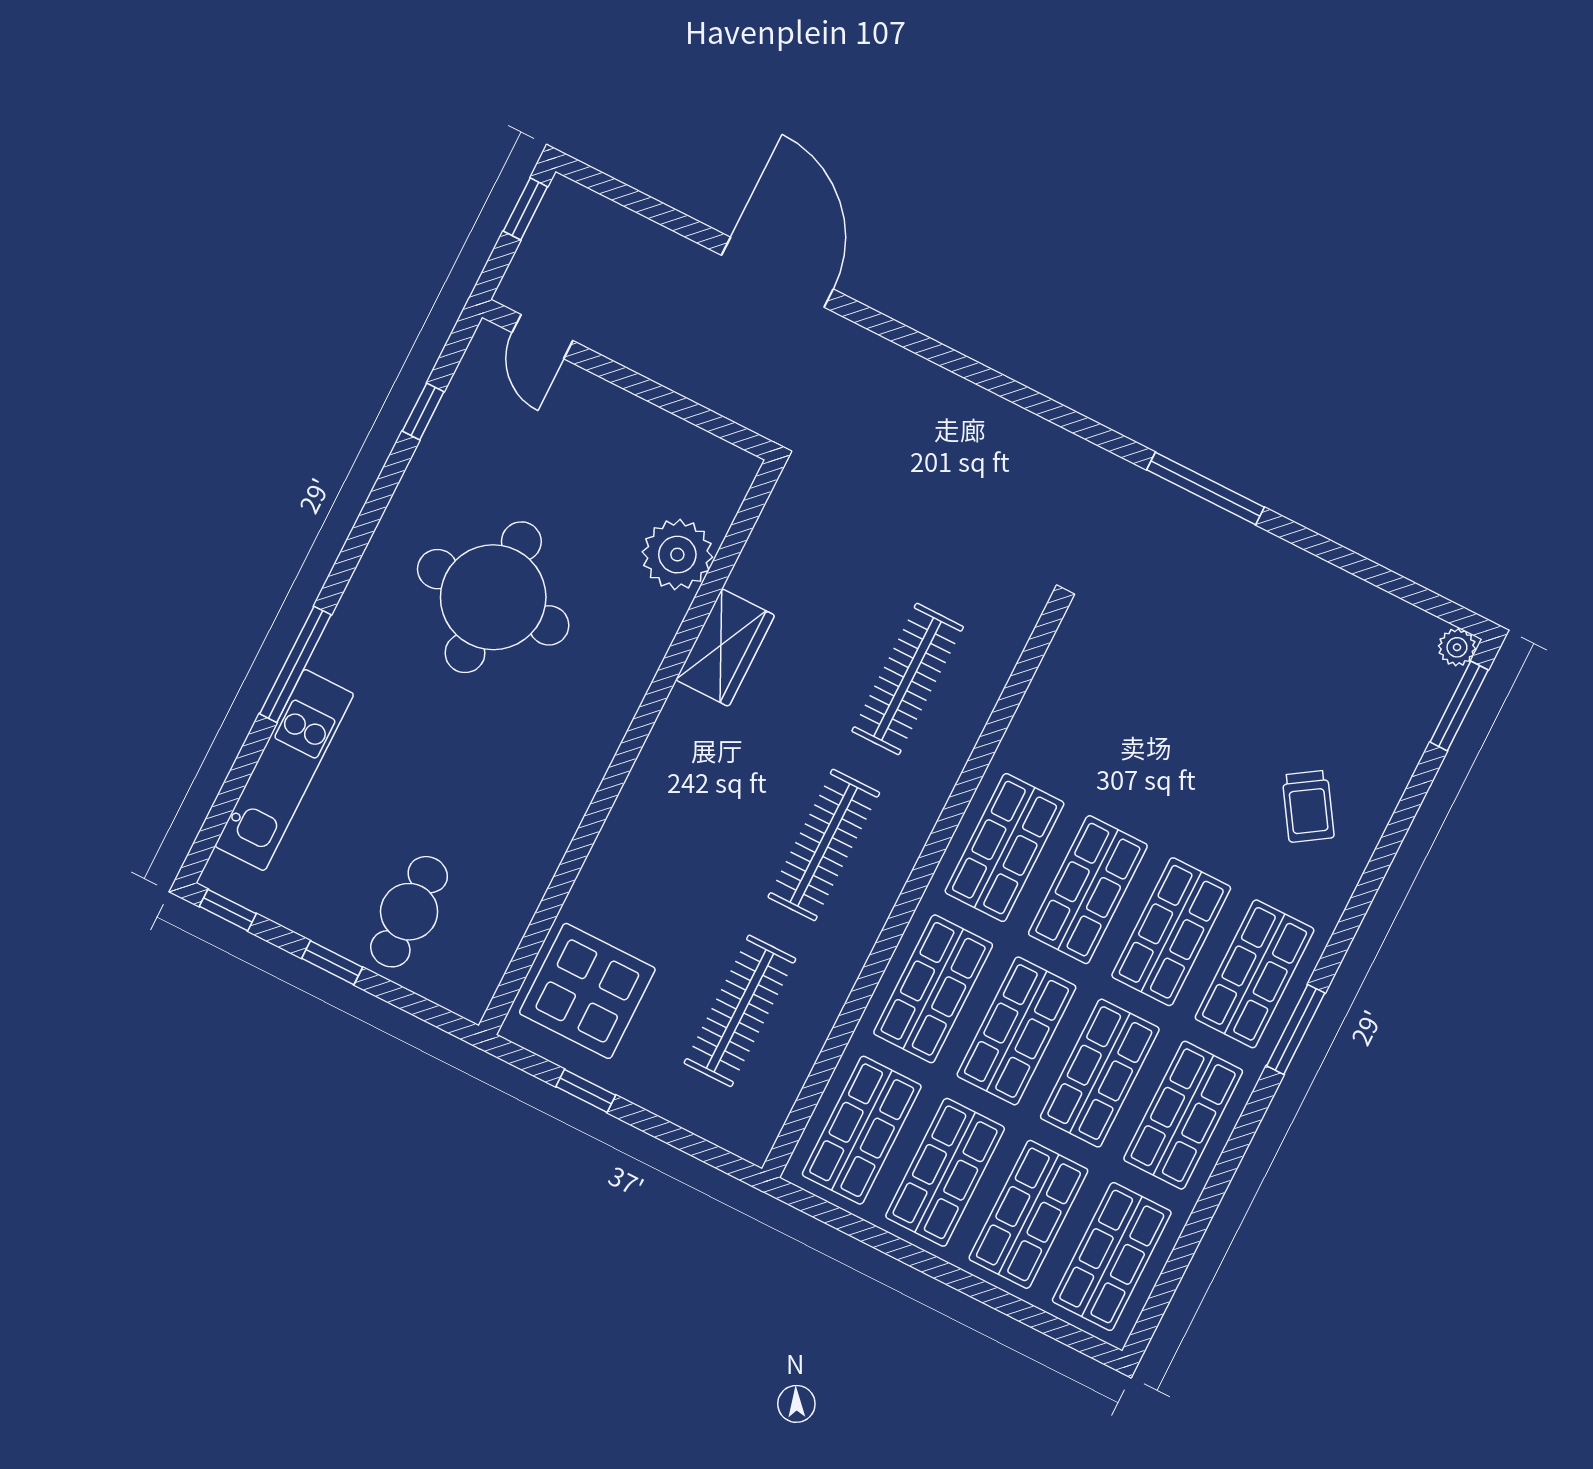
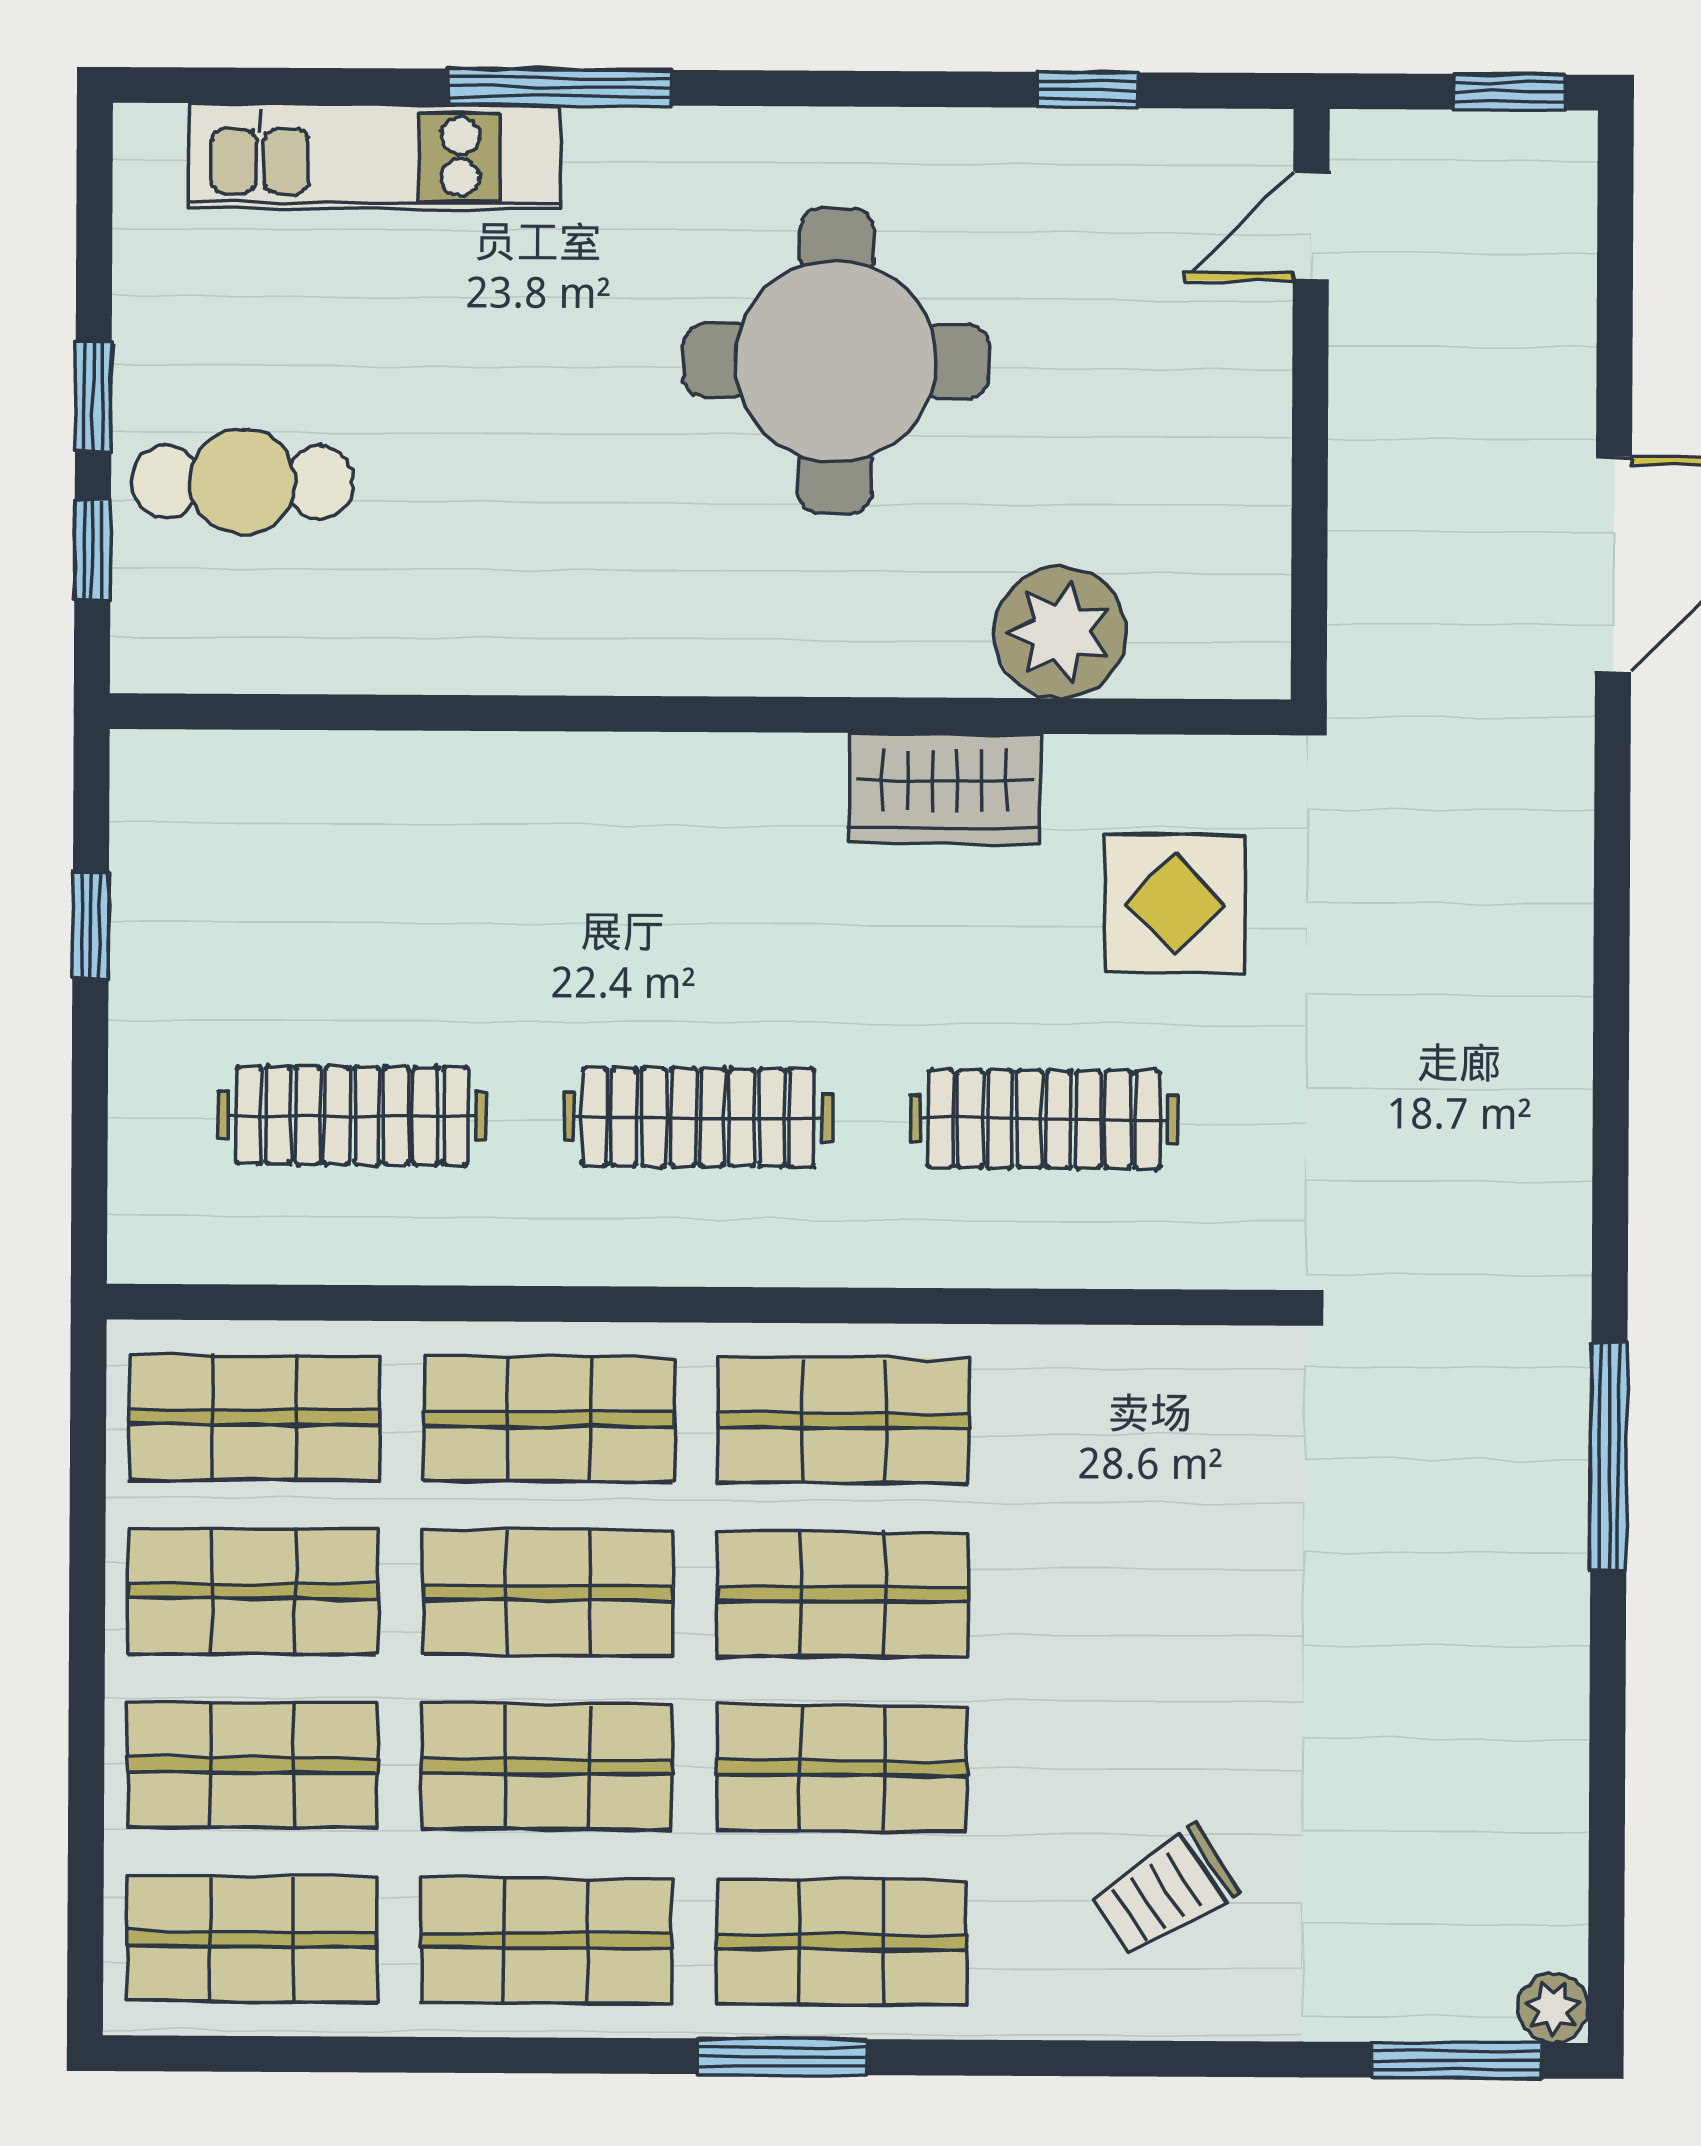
window: (228, 910) -> (93, 550), moved
display table: (587, 991) -> (1175, 904), moved, width x0.73, depth x0.73

